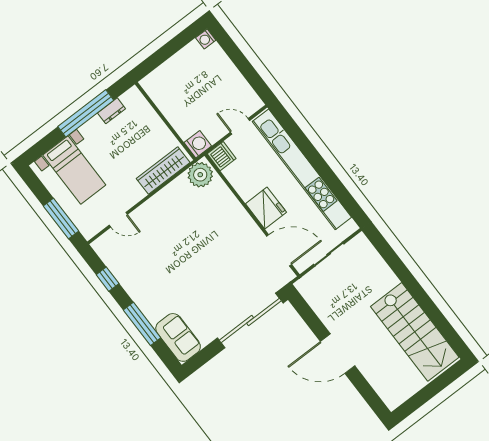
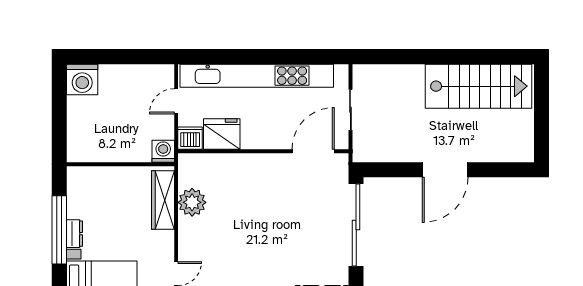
washing machine: (206, 39) -> (82, 80), width x1.89, depth x1.89
dresser: (112, 111) -> (75, 234), moved
plant: (200, 175) -> (192, 202), moved
fridge: (266, 208) -> (222, 134), moved

